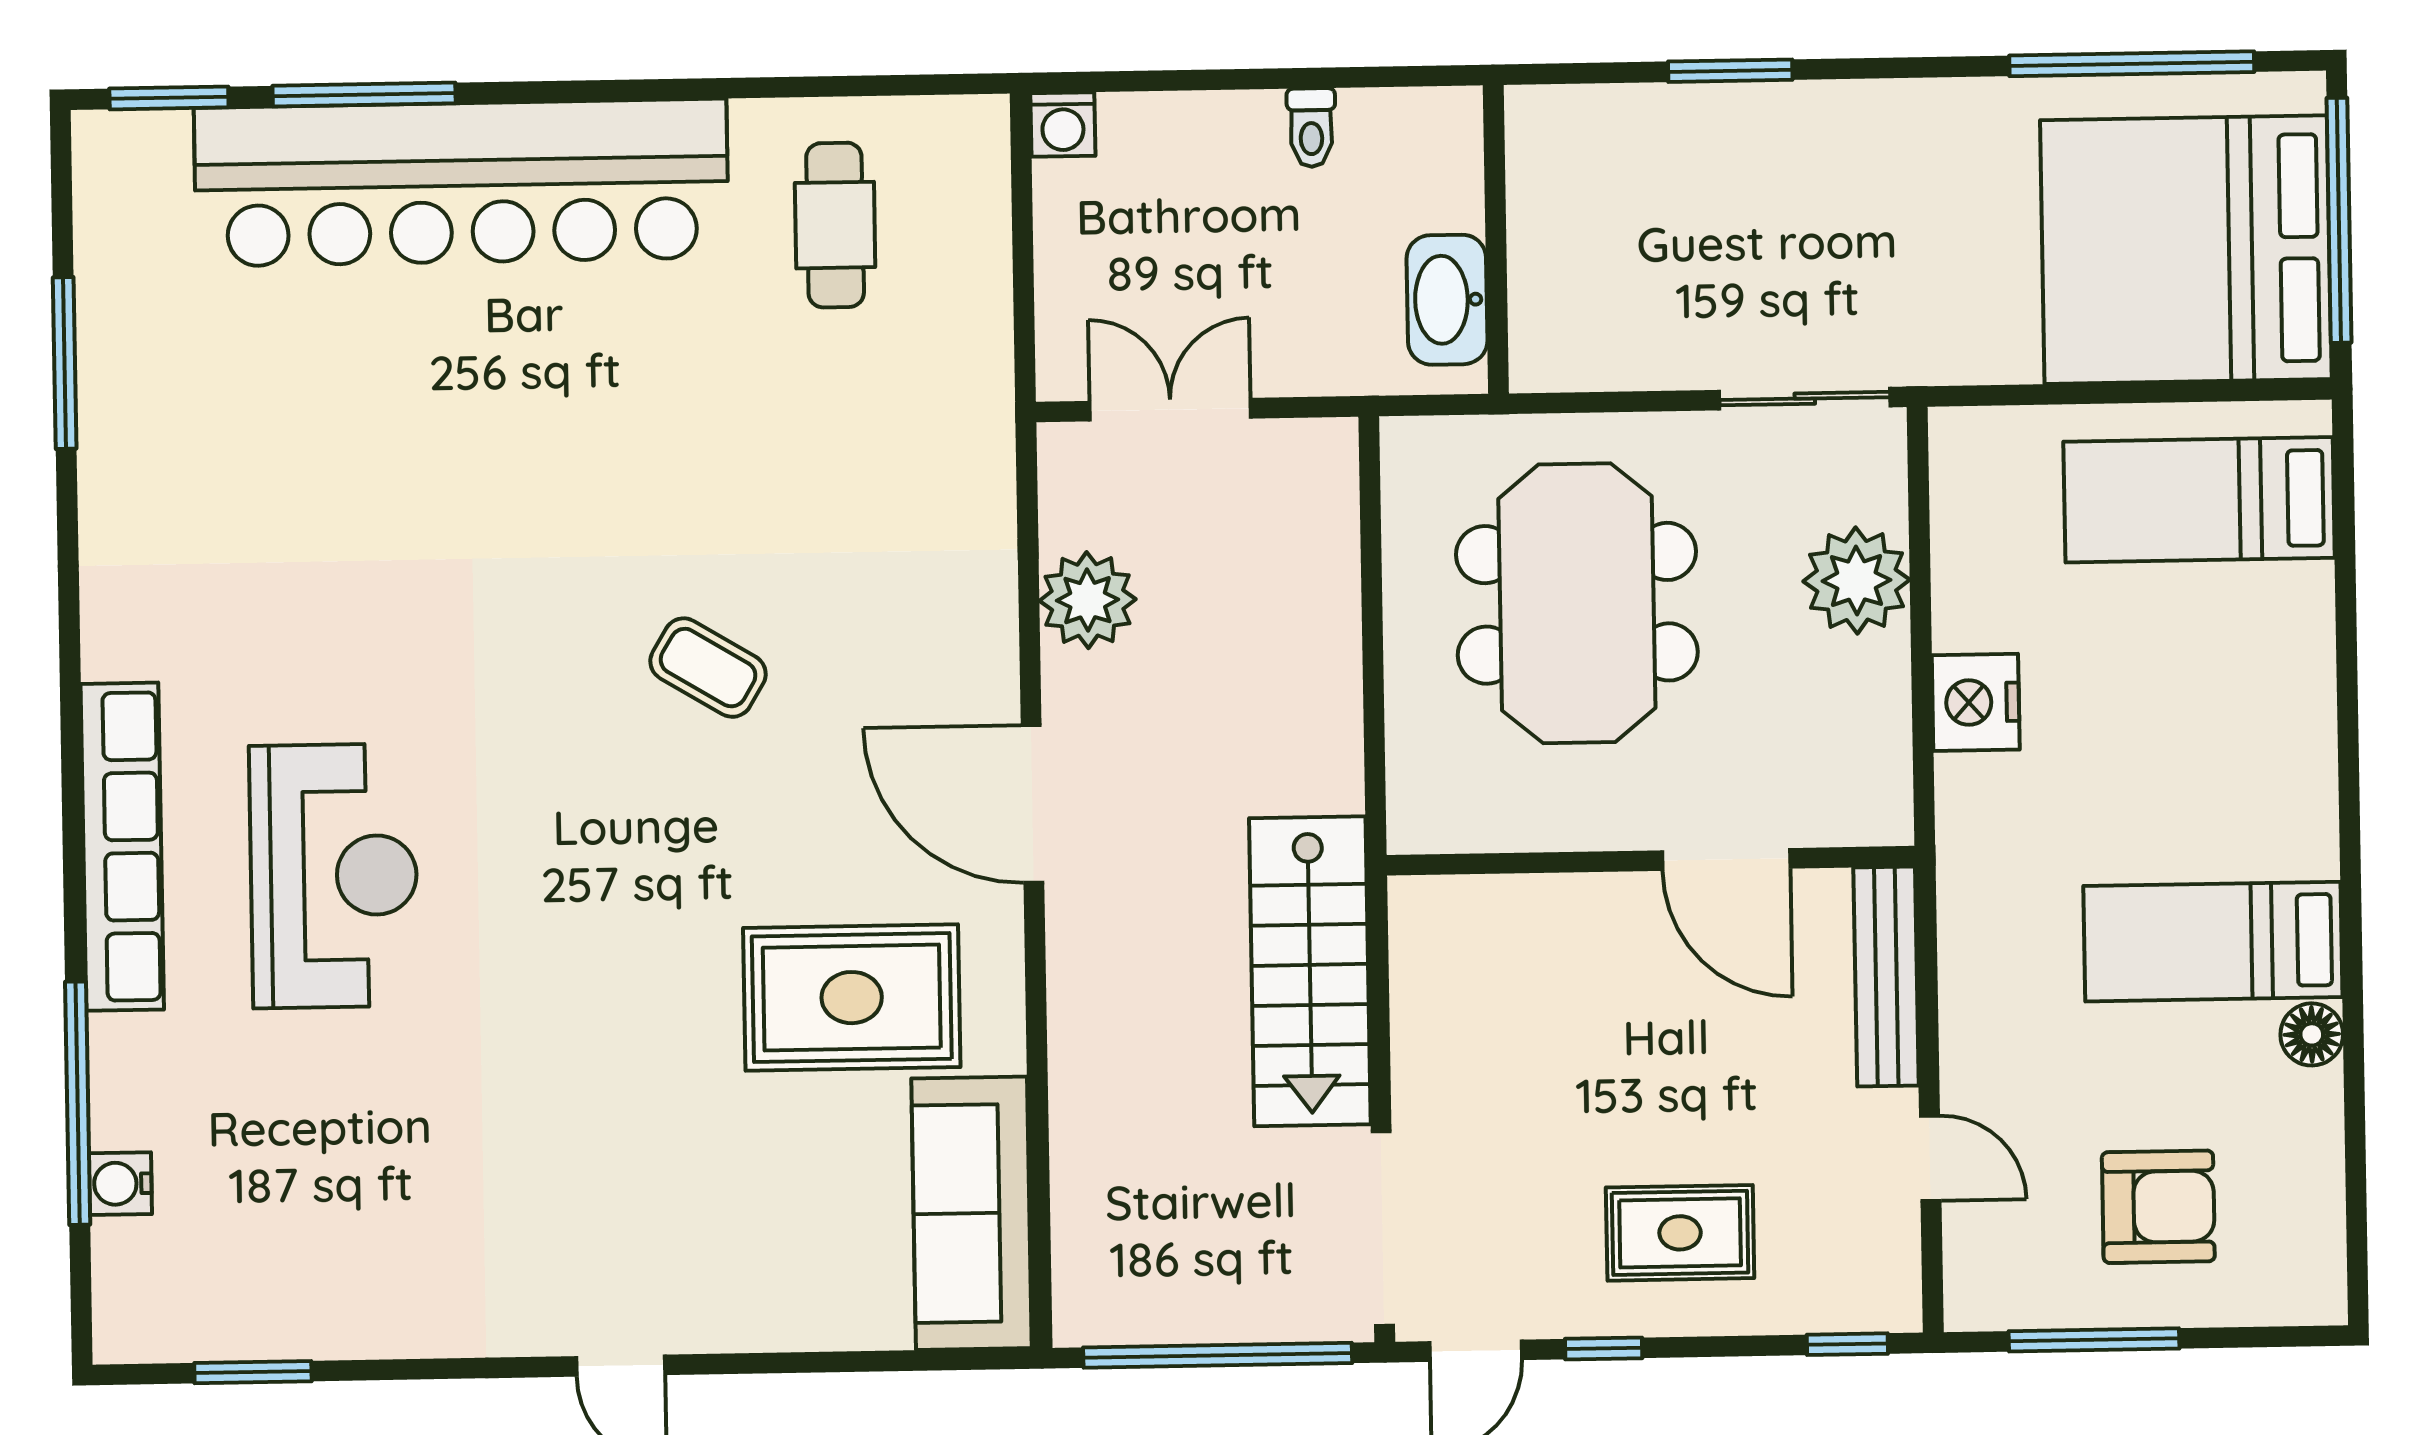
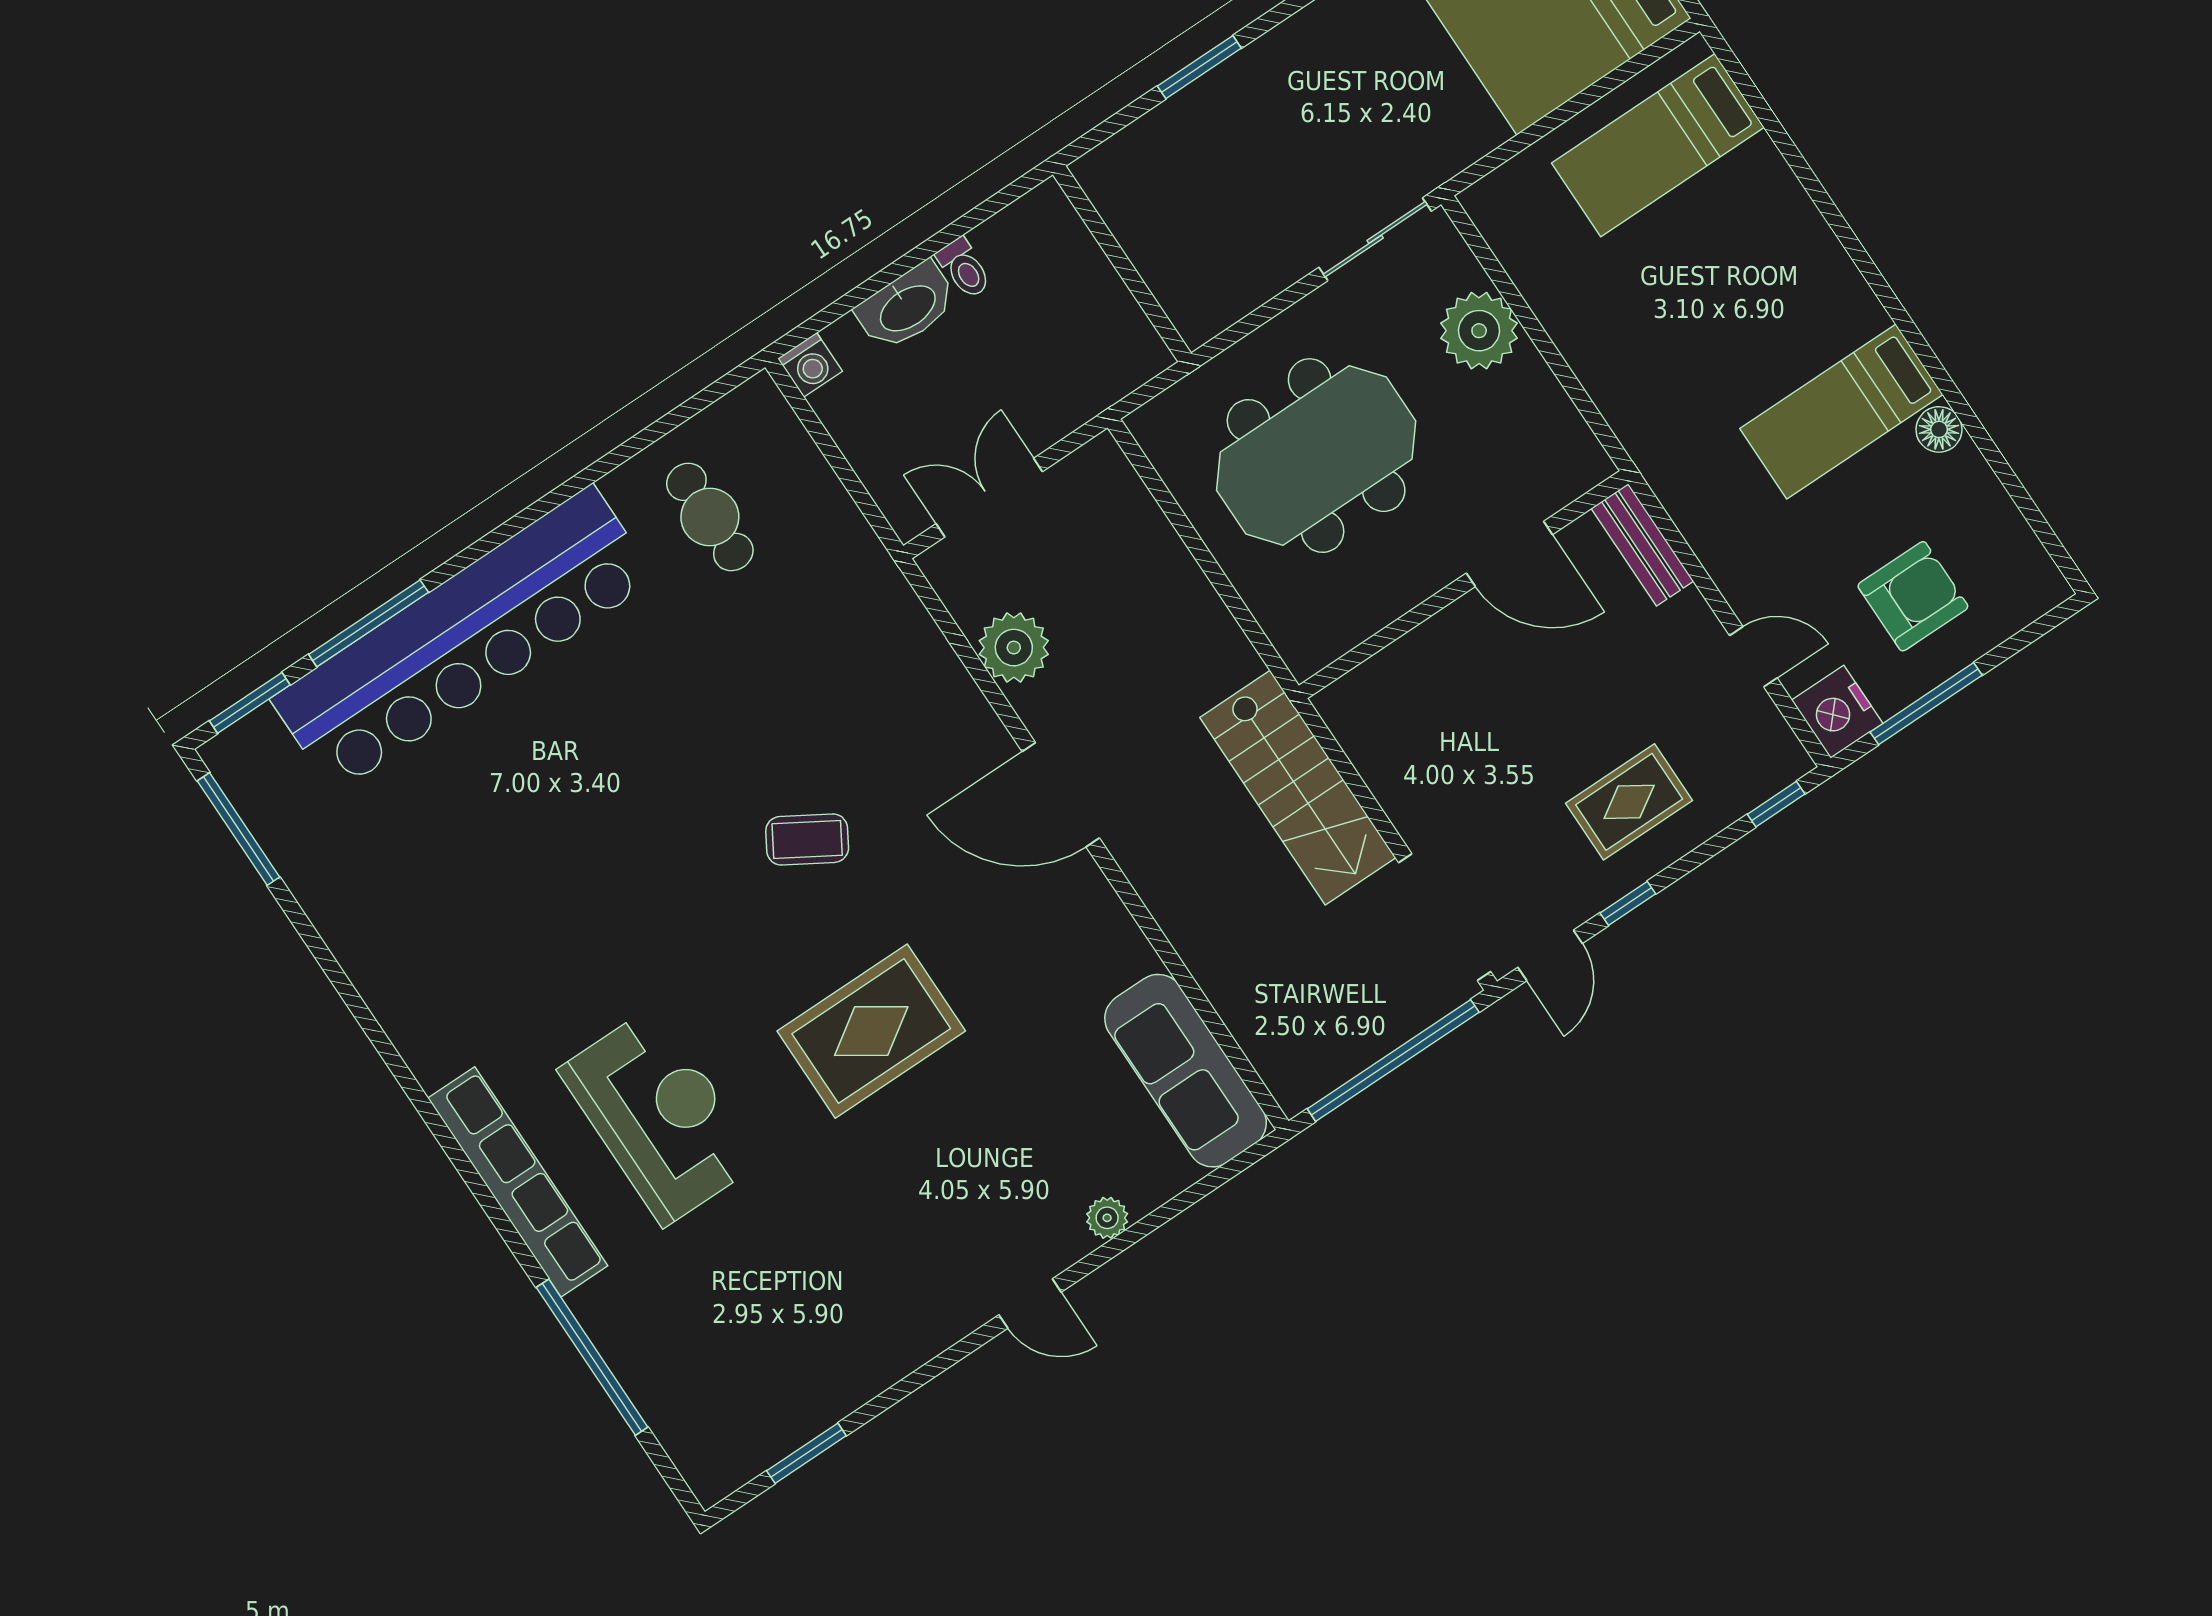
washbasin: (1447, 300) -> (907, 307), moved, turned -90
window: (65, 363) -> (238, 829), moved
meeting table: (1577, 603) -> (1316, 456), turned 90
nightstand: (1976, 702) -> (1837, 712), moved
bench: (1886, 977) -> (1642, 545), width x0.73
rug: (852, 998) -> (871, 1031), moved
water cooler: (120, 1184) -> (650, 1390), removed
plant: (773, 1324) -> (1107, 1218), added

